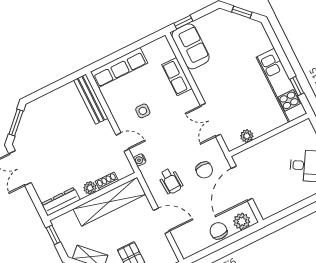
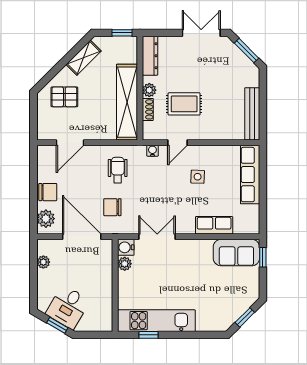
bench: (91, 99) -> (252, 114), moved, turned 90
water cooler: (232, 142) -> (126, 247), added
rug: (87, 153) -> (184, 104), added
wheelchair: (171, 181) -> (118, 170), turned 93
plant: (279, 205) -> (43, 262), added
door: (162, 221) -> (70, 143), moved

